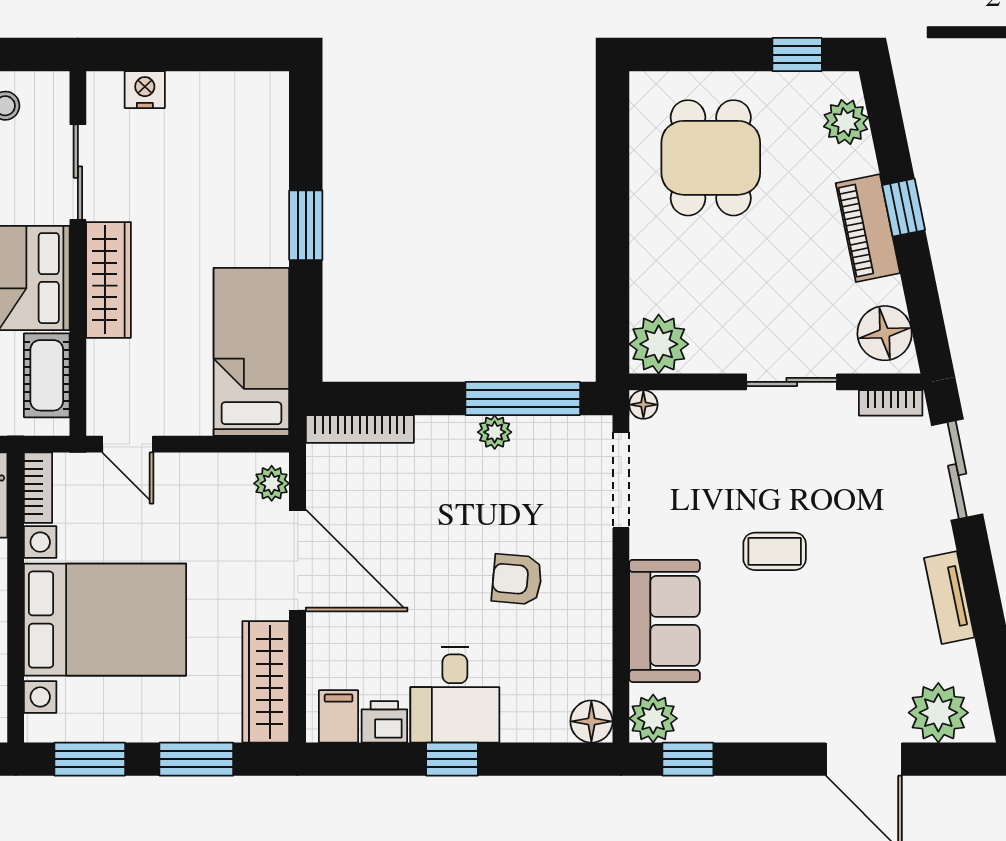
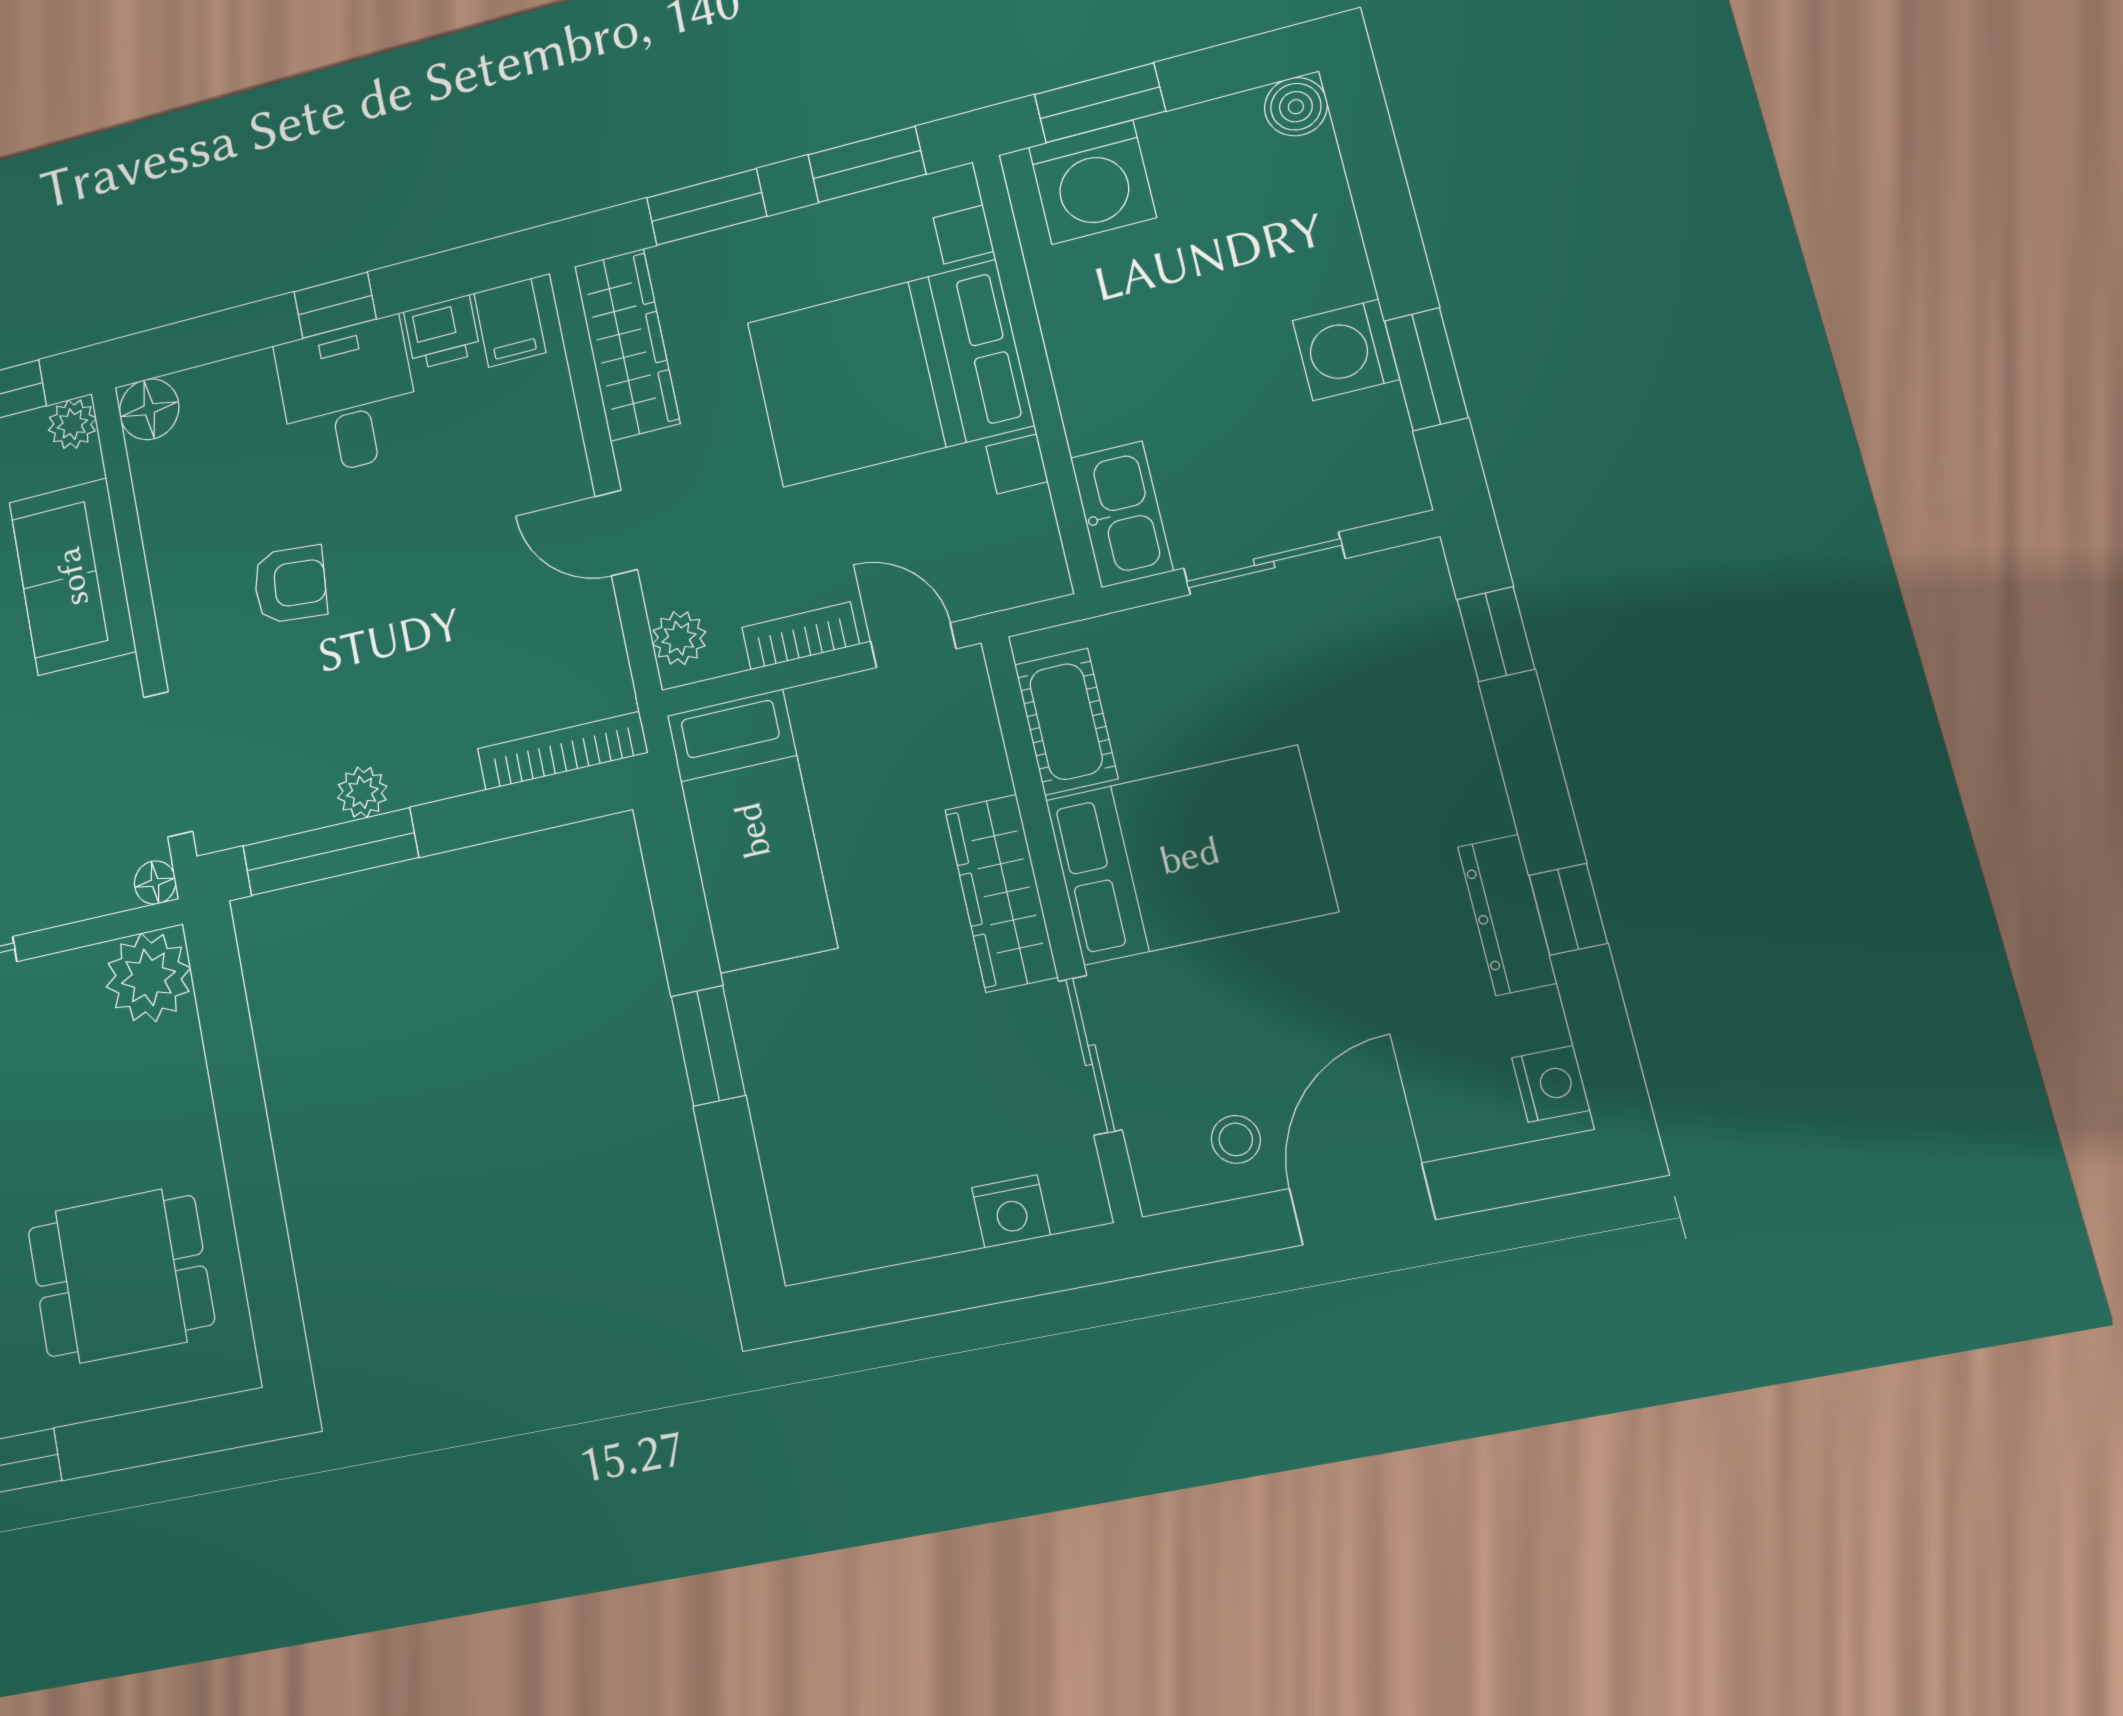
dining table: (711, 158) -> (121, 1276), turned 90
bookcase: (38, 488) -> (800, 636), moved, turned 90
door: (298, 560) -> (616, 533), width x0.53
plant: (653, 718) -> (72, 424), width x0.73, depth x0.73

